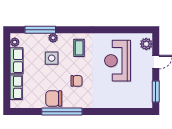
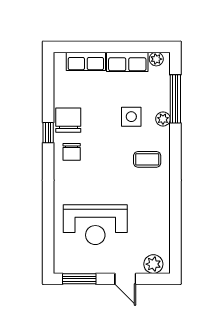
reception desk: (118, 61) -> (95, 225), moved, turned 180
chair: (76, 81) -> (72, 152), moved
window: (62, 112) -> (48, 133), width x0.32

